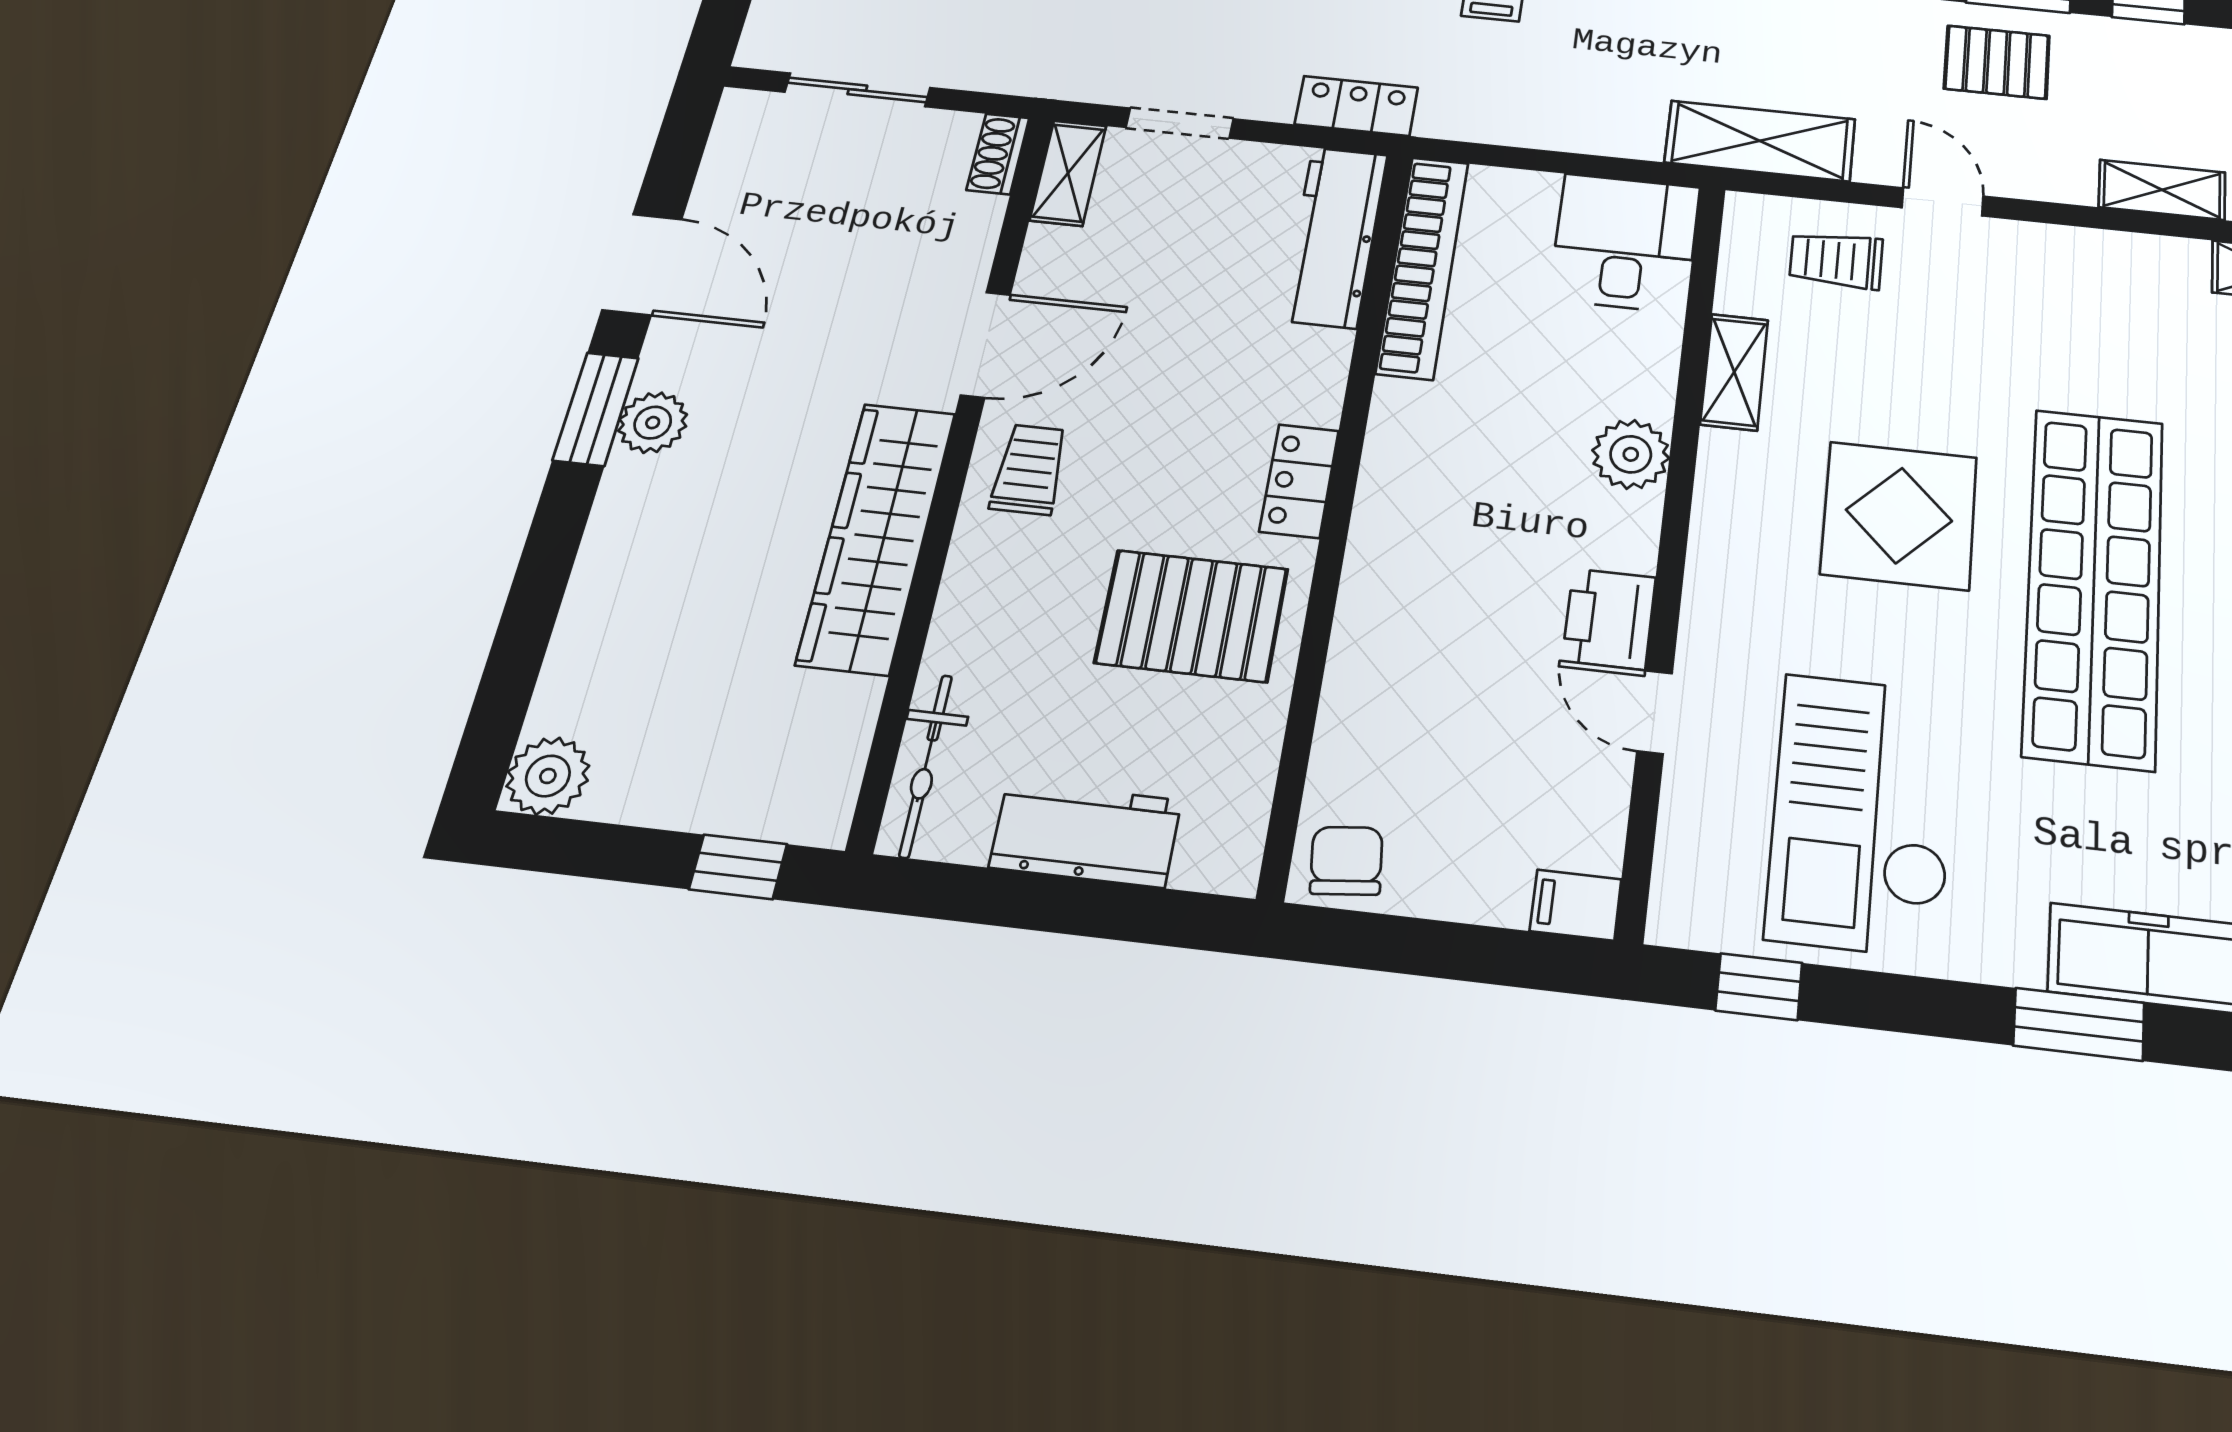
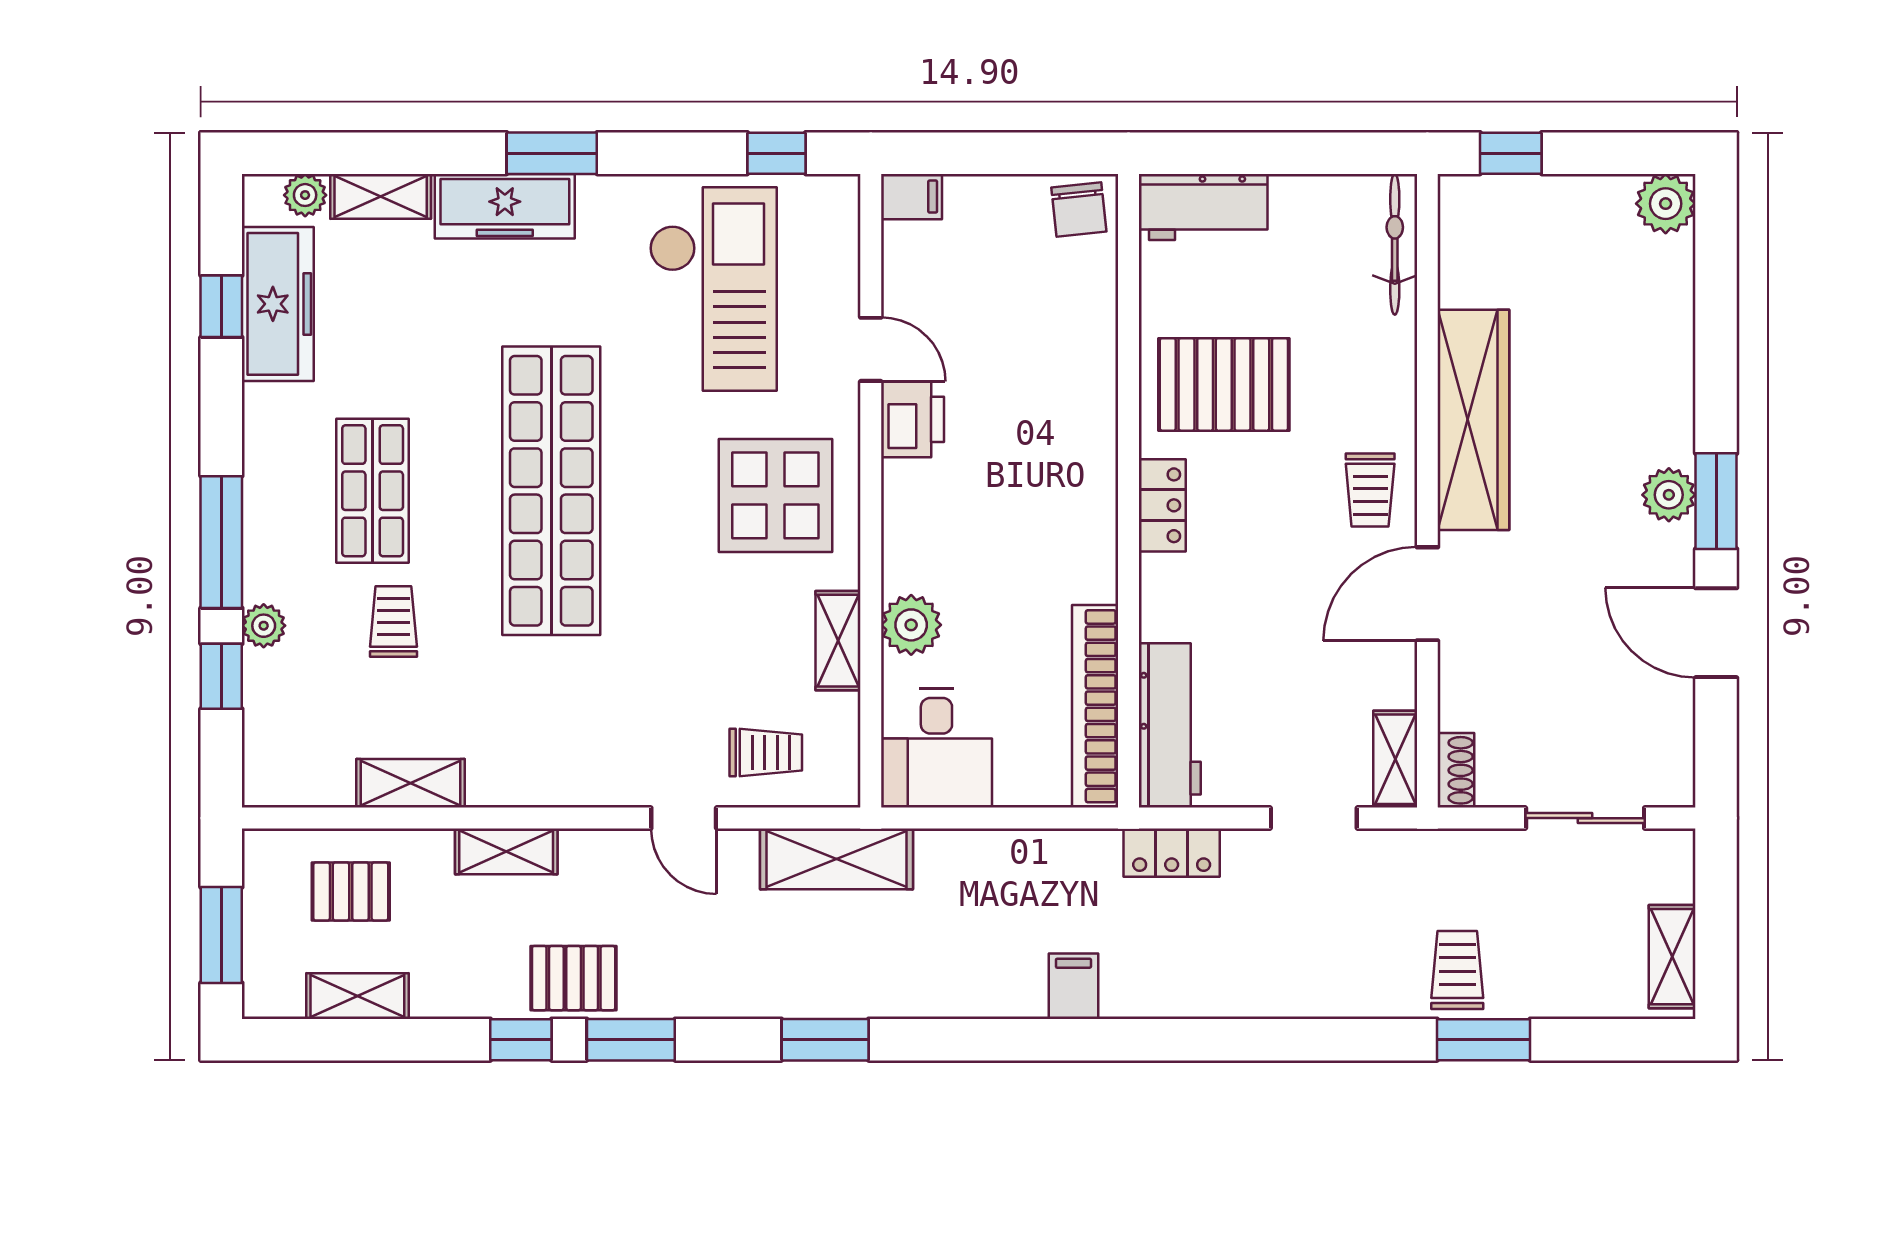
pallet: (1997, 62) -> (574, 978), moved
plant: (1631, 454) -> (911, 625), moved
display table: (1899, 515) -> (775, 495), moved
workbench: (1086, 834) -> (1203, 207), moved

